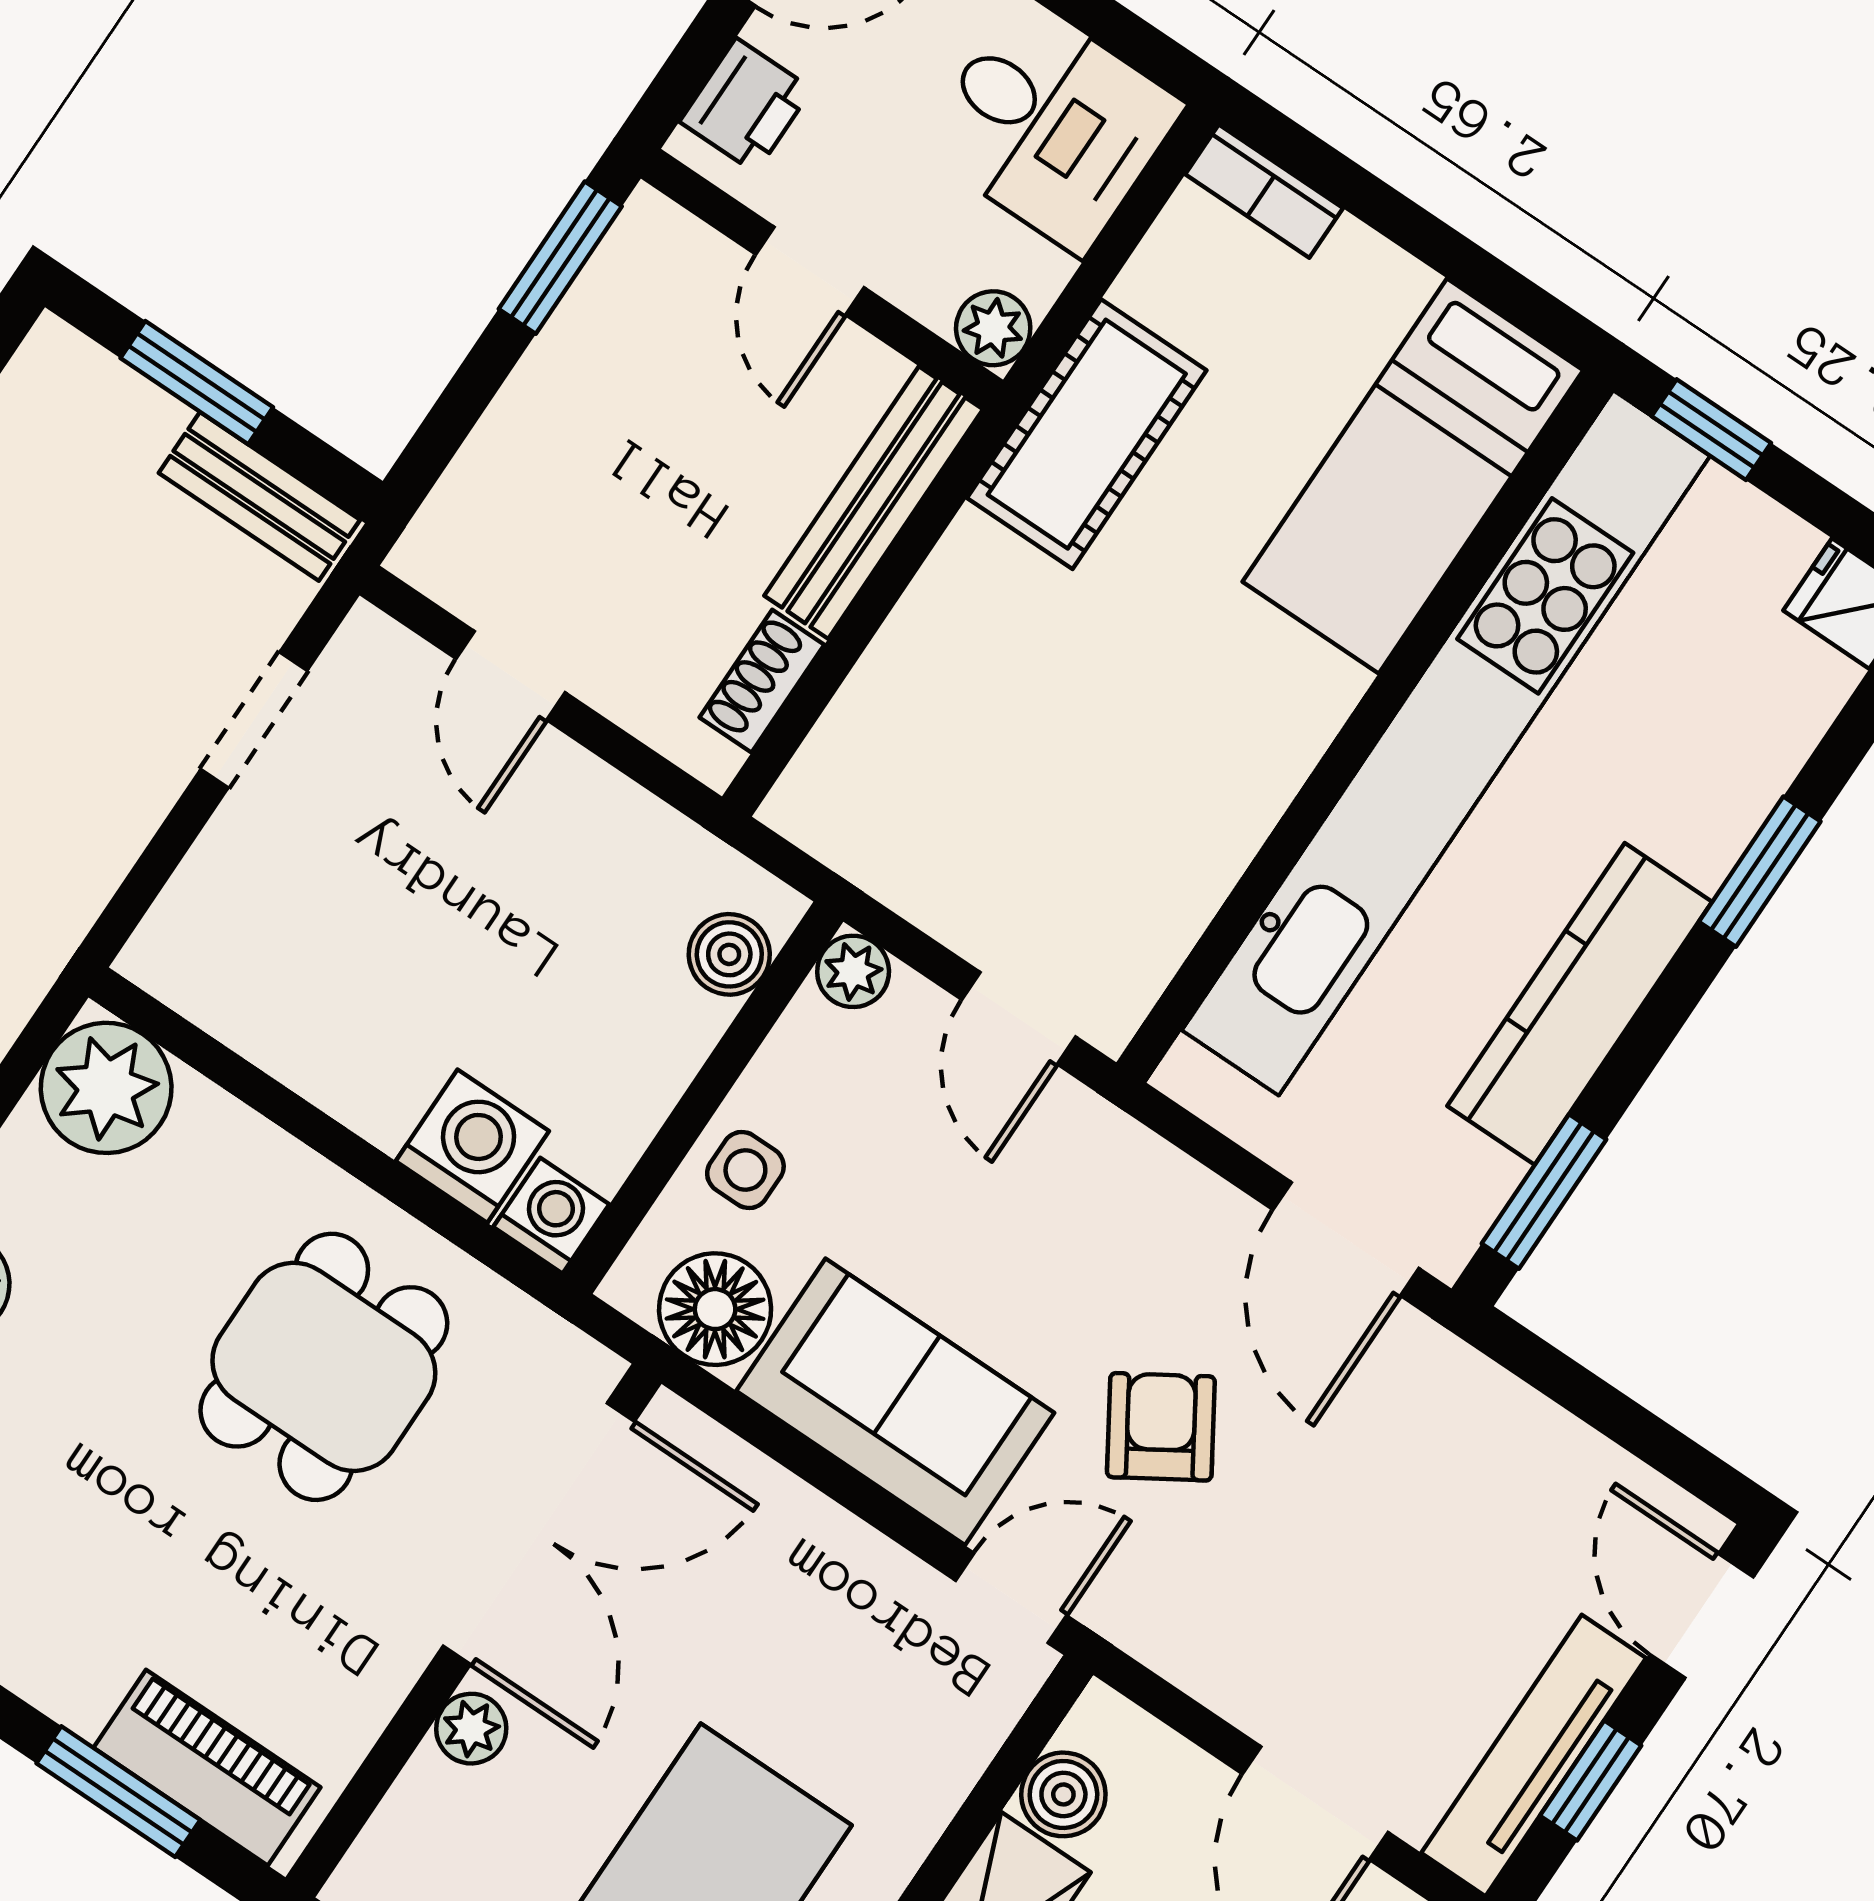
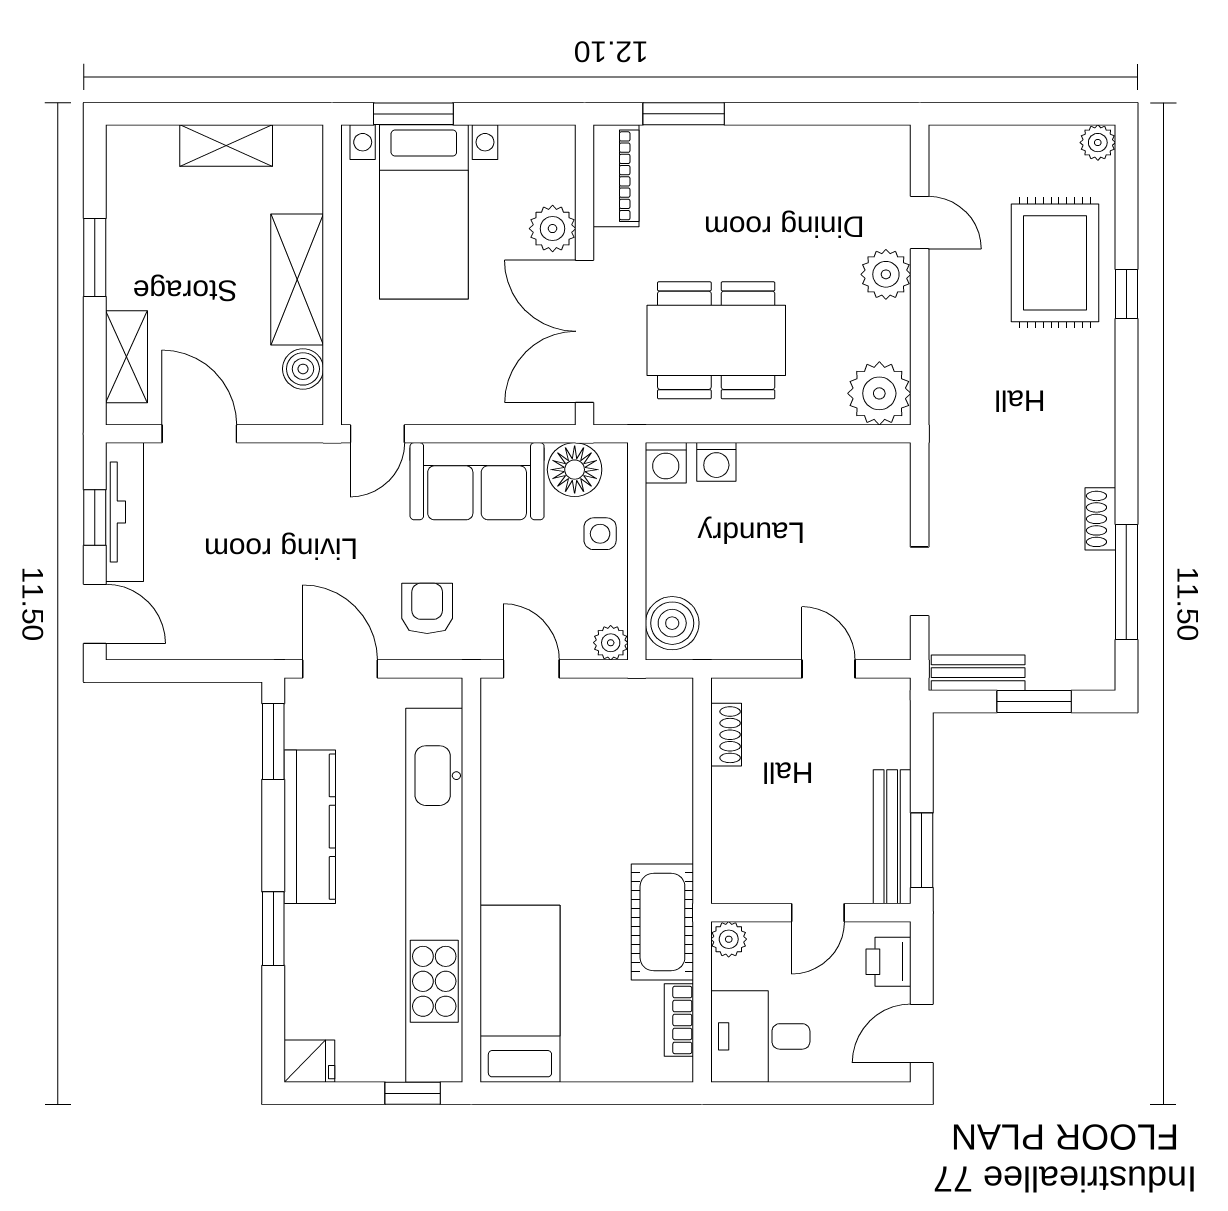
bookcase: (1264, 191) -> (679, 1020), moved, turned -90
door: (810, 271) -> (818, 913), swing flipped
bench: (874, 503) -> (892, 837), moved
boiler: (729, 954) -> (672, 623), width x1.36, depth x1.36
washing machine: (472, 1146) -> (716, 462), width x0.73, depth x0.73
dining table: (324, 1367) -> (716, 340), width x1.38
armchair: (1161, 1427) -> (427, 608), moved, turned -148
plant: (471, 1729) -> (553, 229), width x1.38, depth x1.38
piano: (207, 1768) -> (616, 176), moved, turned -90

